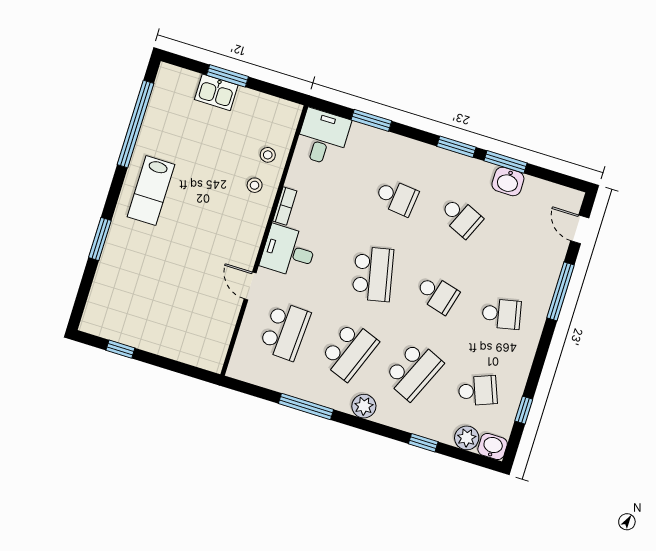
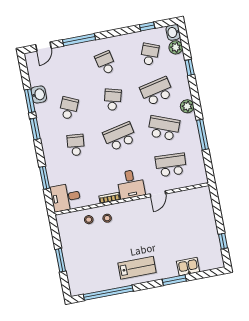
kitchen sink: (216, 92) -> (188, 267), moved, turned -90
school desk: (413, 371) -> (157, 91), turned -36
school desk: (478, 391) -> (150, 54), turned 42

